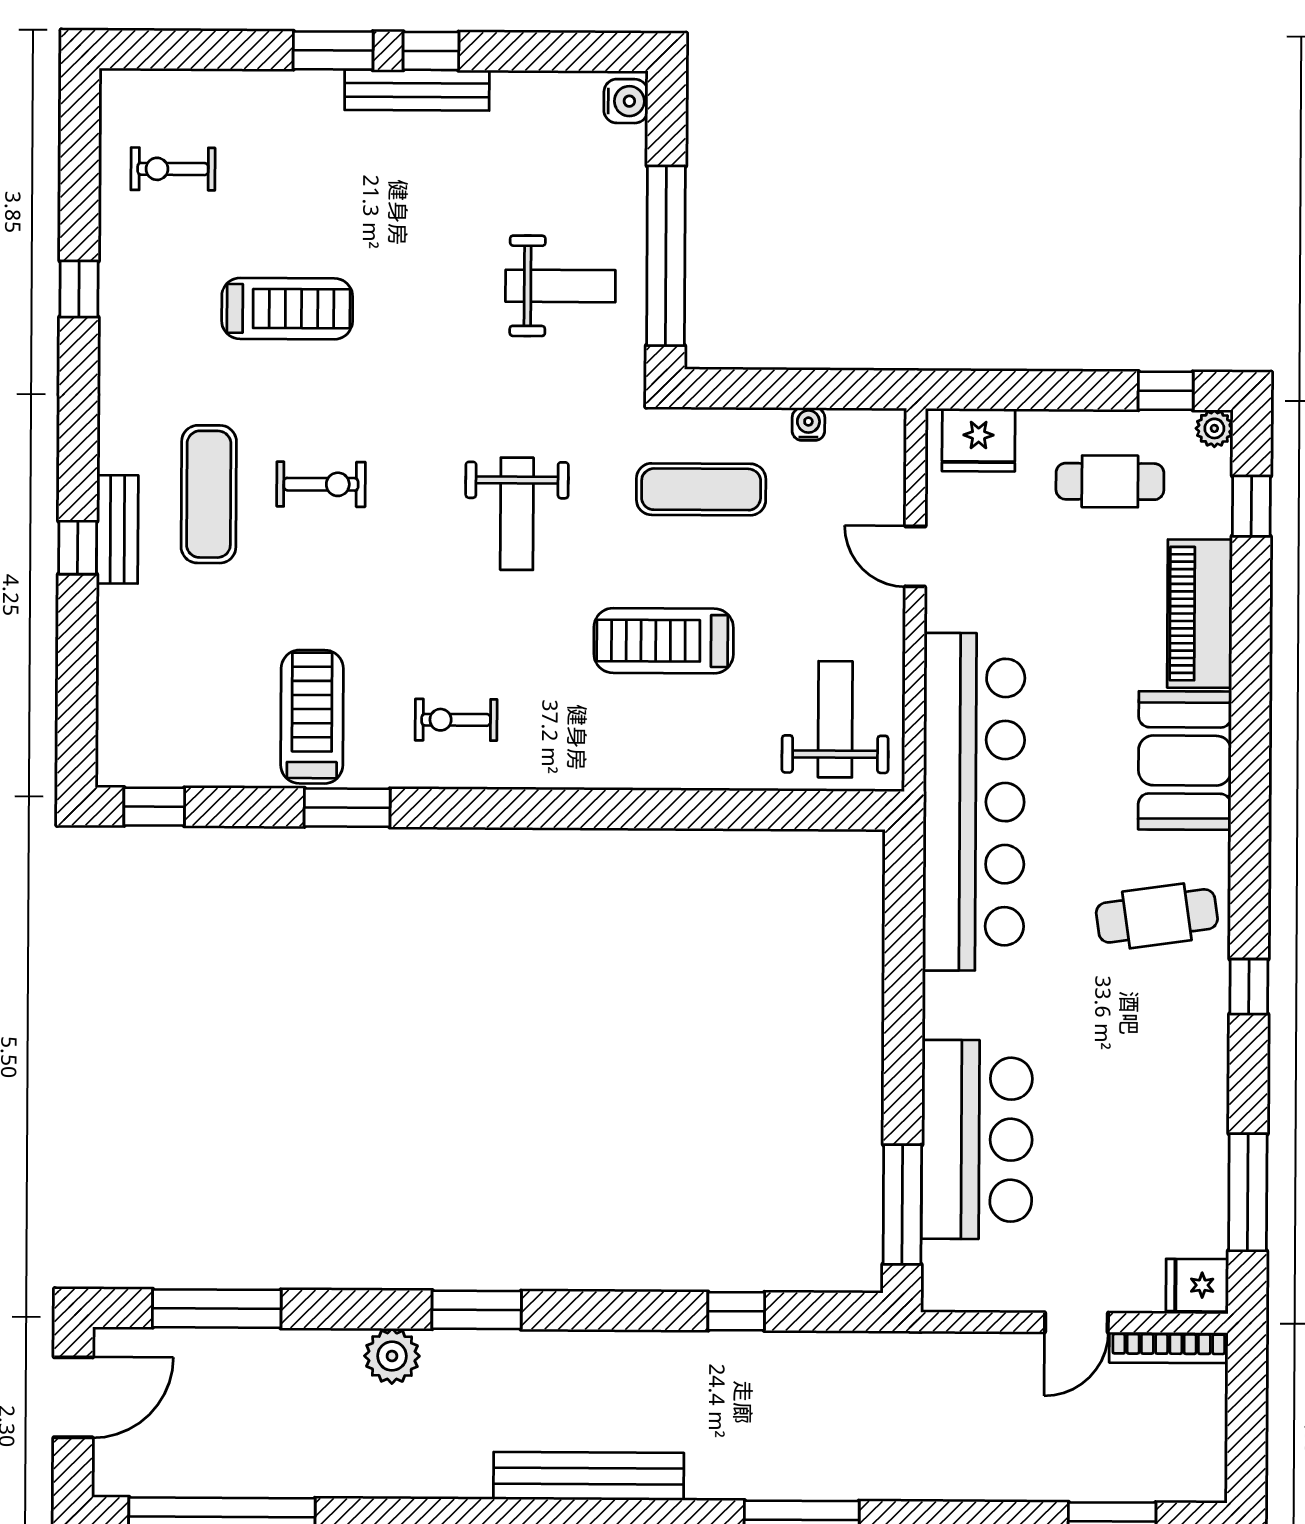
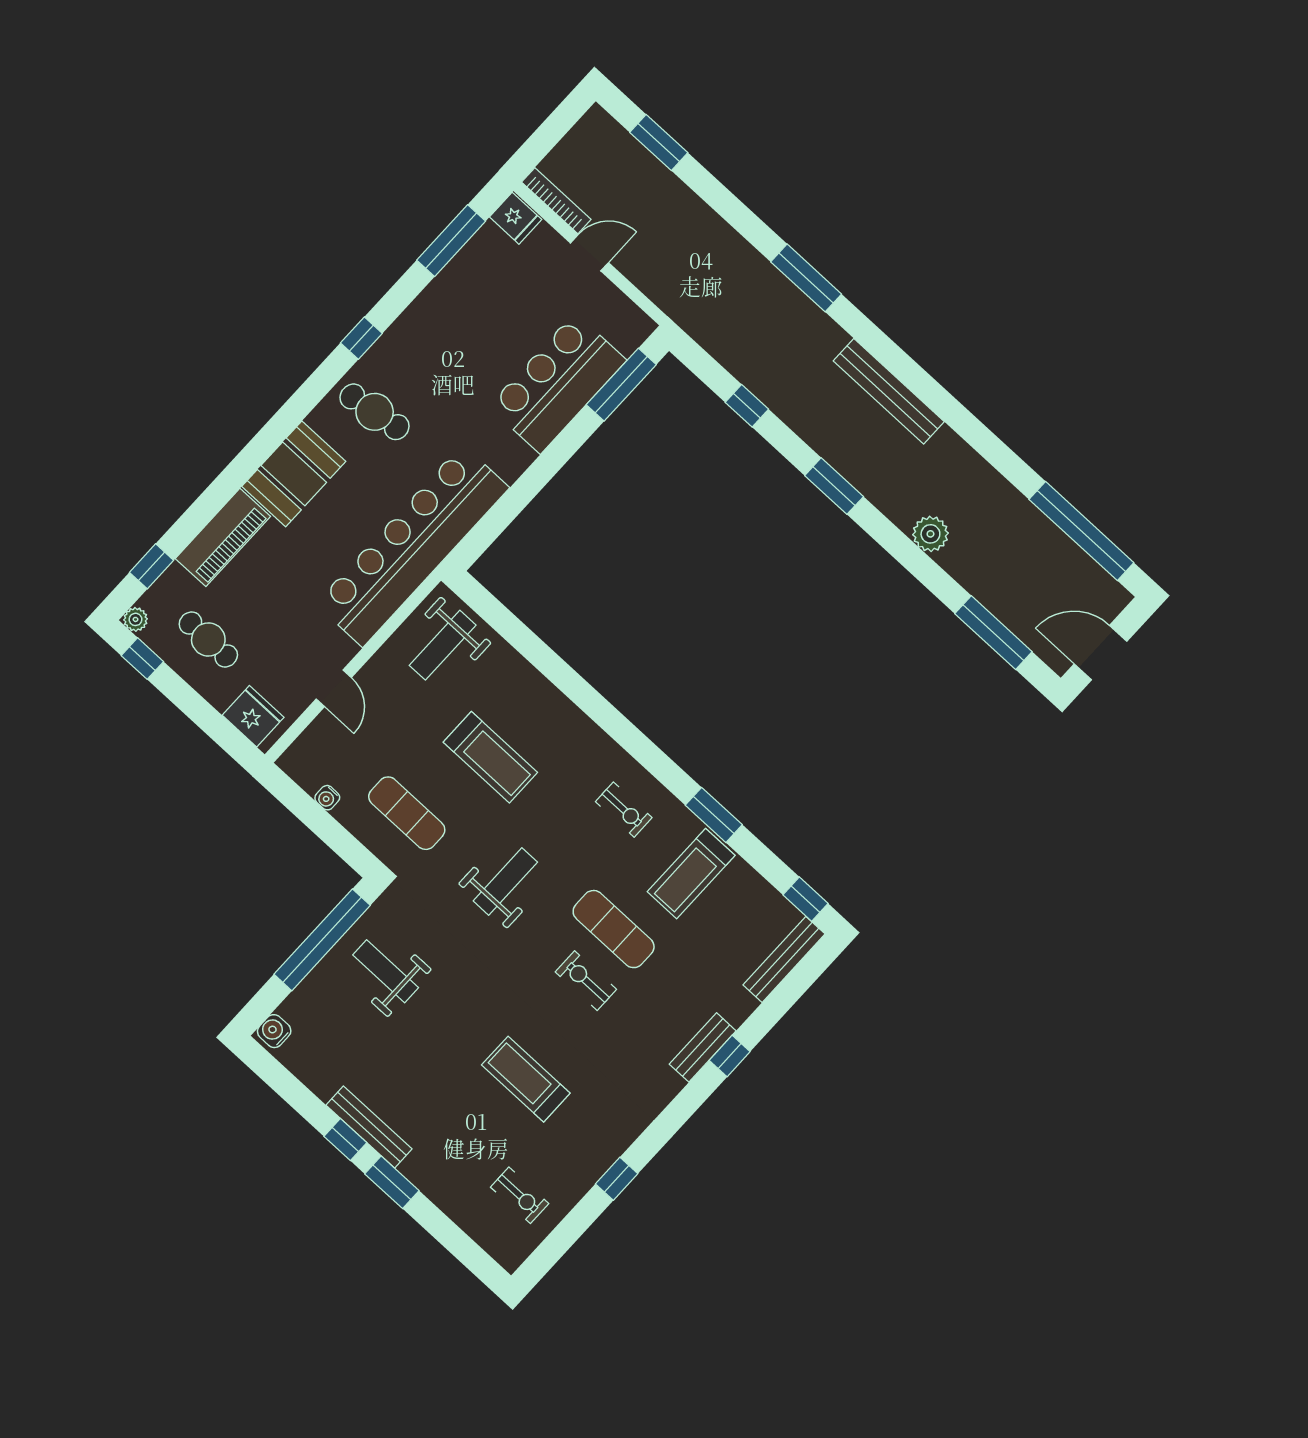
exercise mat: (209, 494) -> (614, 929), moved, turned 90
bench: (116, 715) -> (784, 959), added
window: (477, 1310) -> (834, 486), moved

